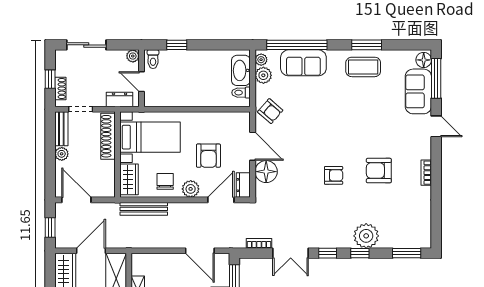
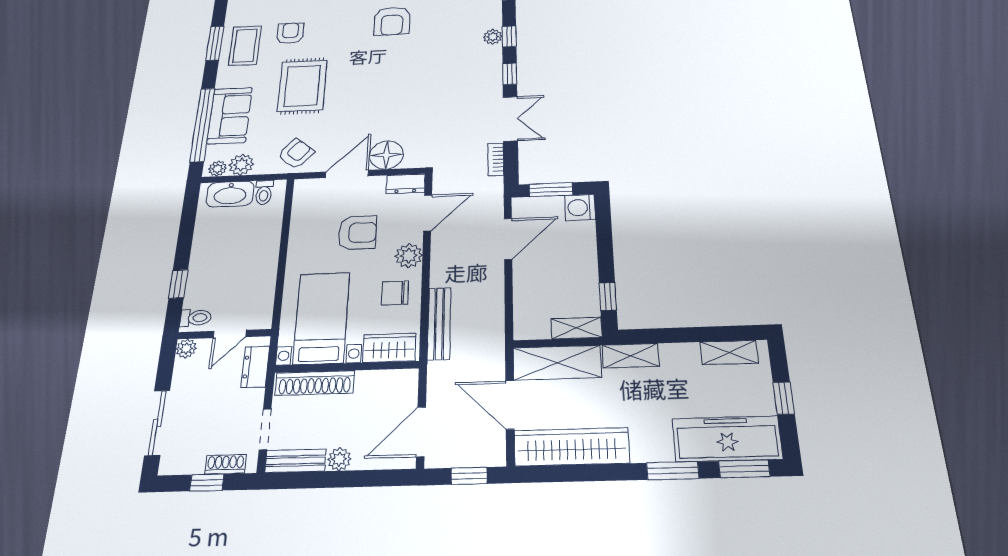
rug: (326, 111) -> (302, 86), added
armchair: (334, 175) -> (290, 33), moved
door: (221, 200) -> (428, 213), swing flipped
plant: (366, 236) -> (493, 37), width x0.53, depth x0.53

